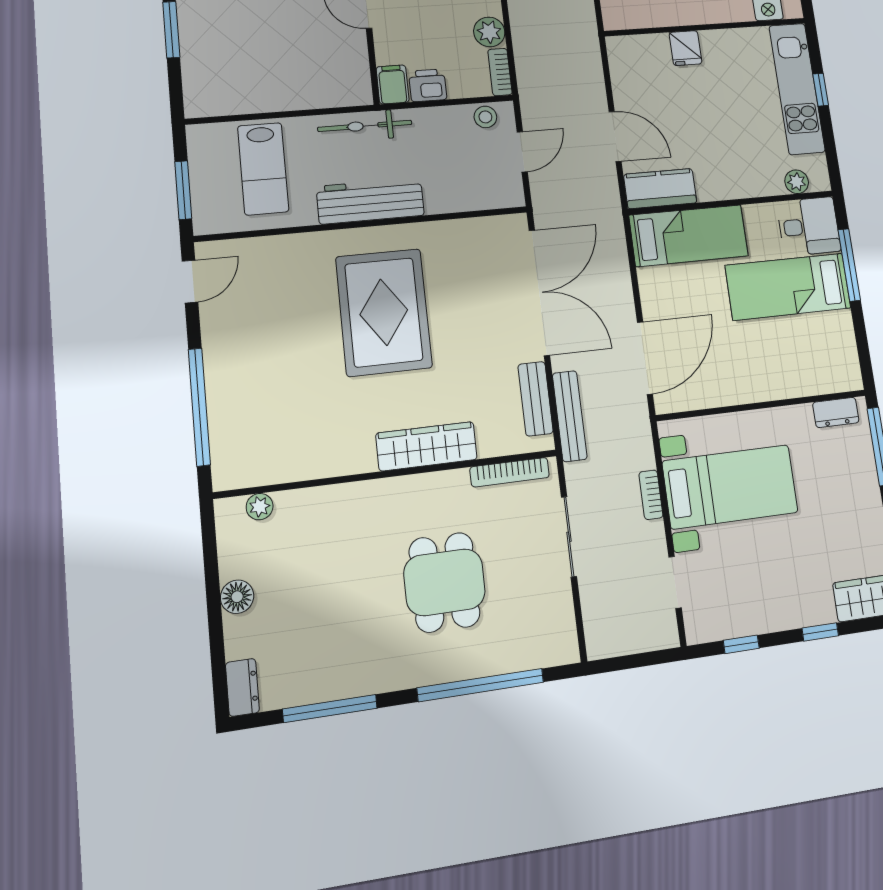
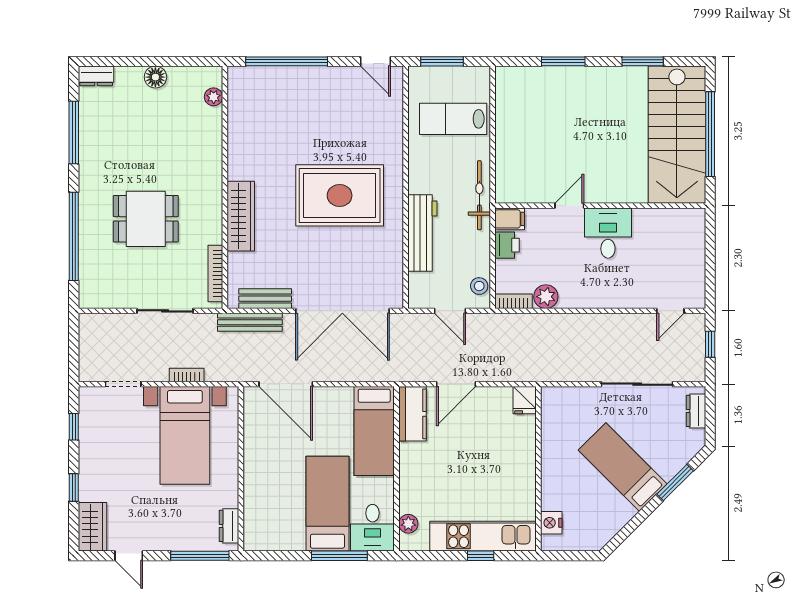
fridge: (686, 48) -> (525, 400), moved, turned -90
workbench: (370, 201) -> (422, 233), moved

